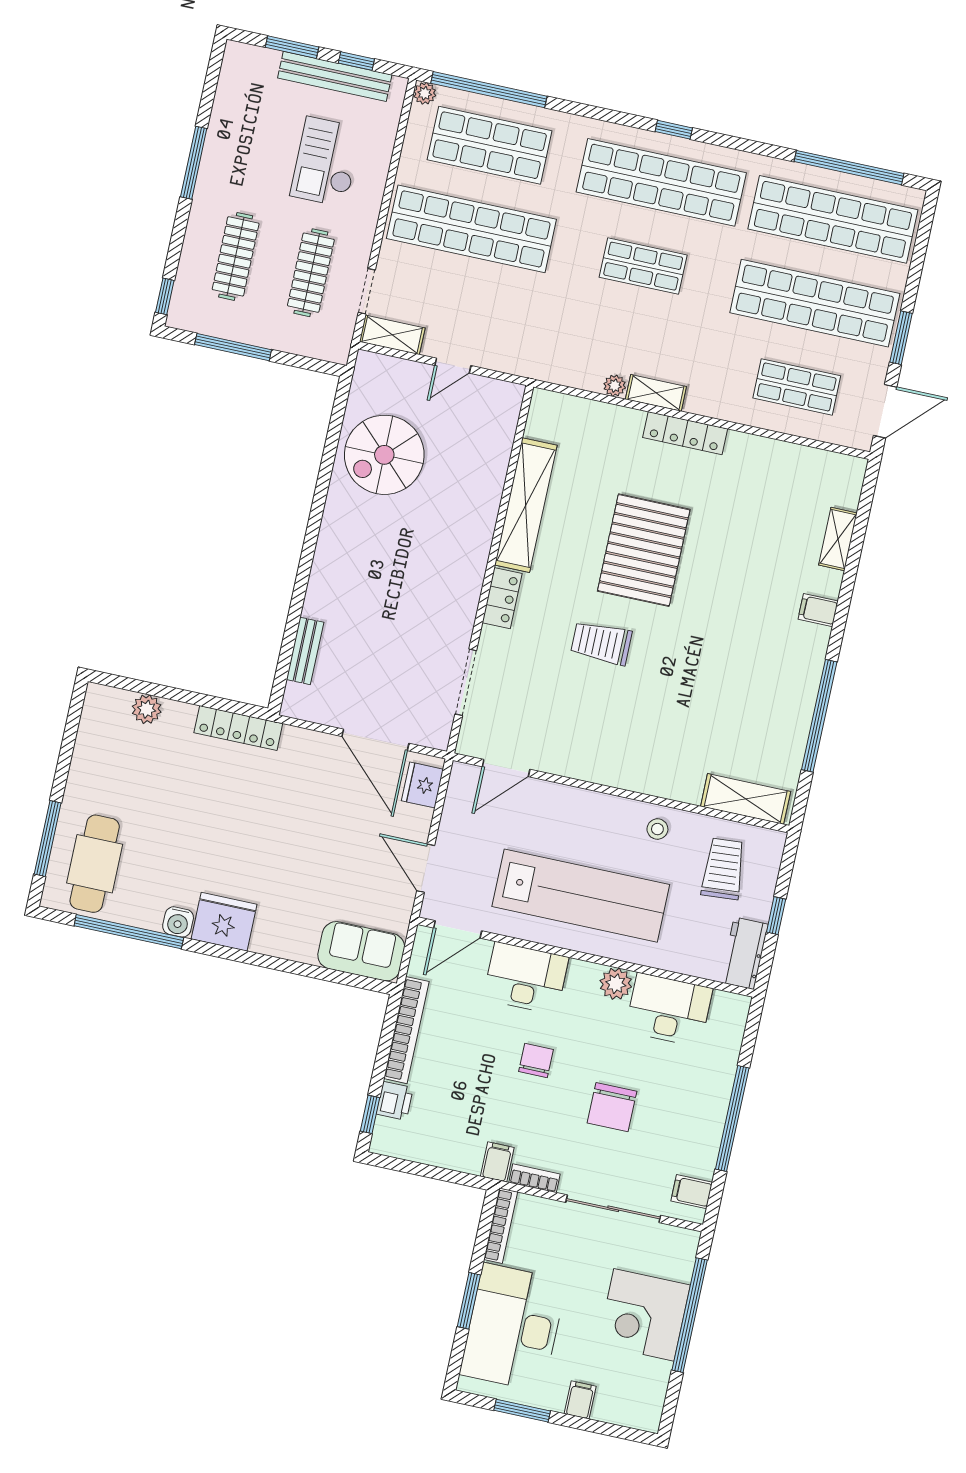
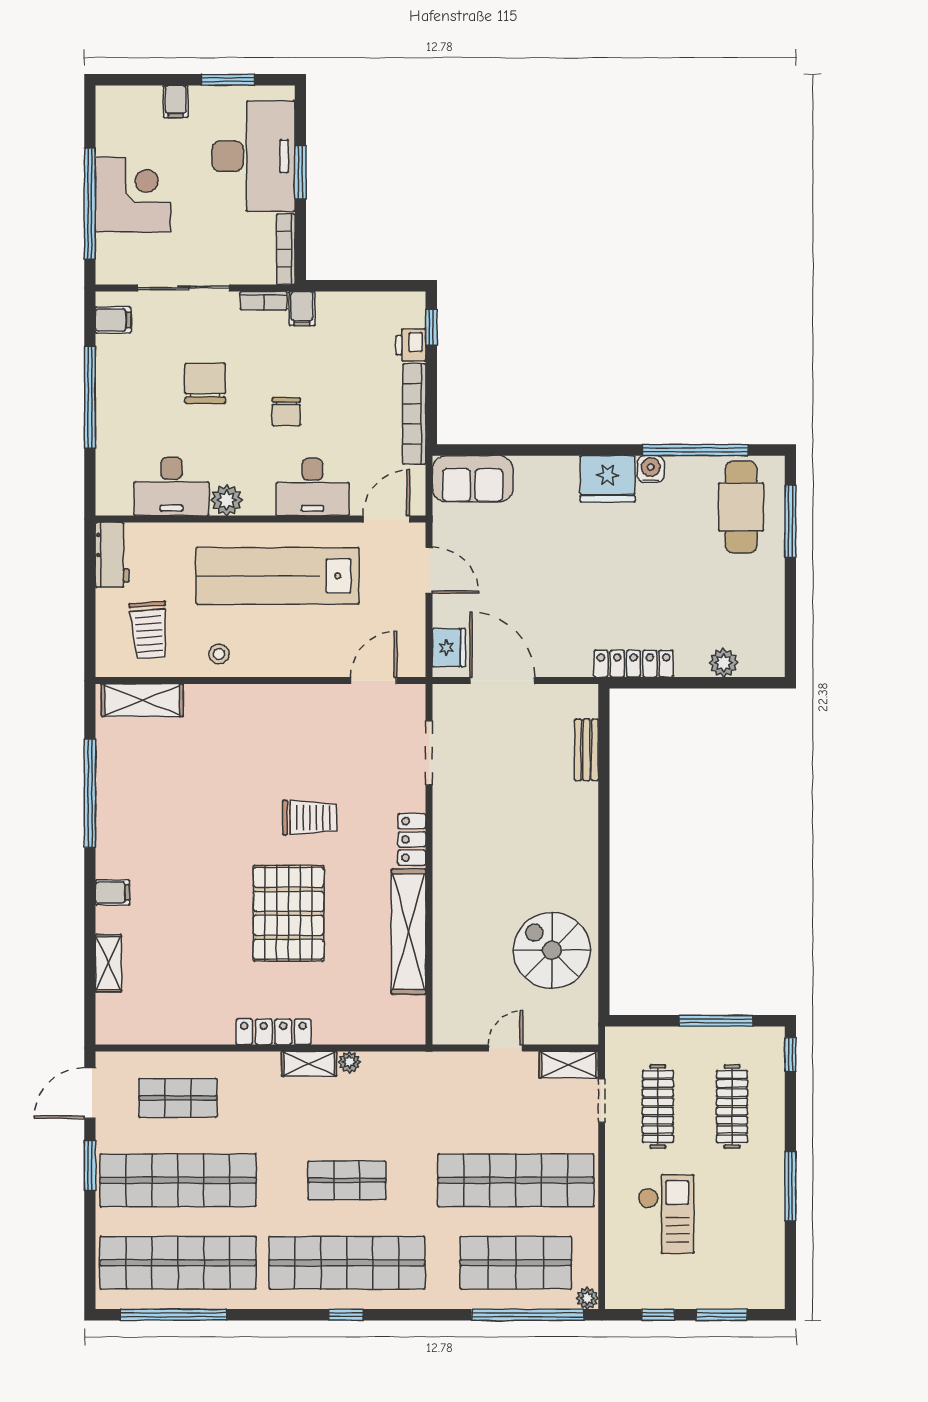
bench: (335, 76) -> (675, 1296), removed
spiral stairs: (384, 455) -> (552, 950), turned -90
window: (776, 916) -> (90, 597), removed

